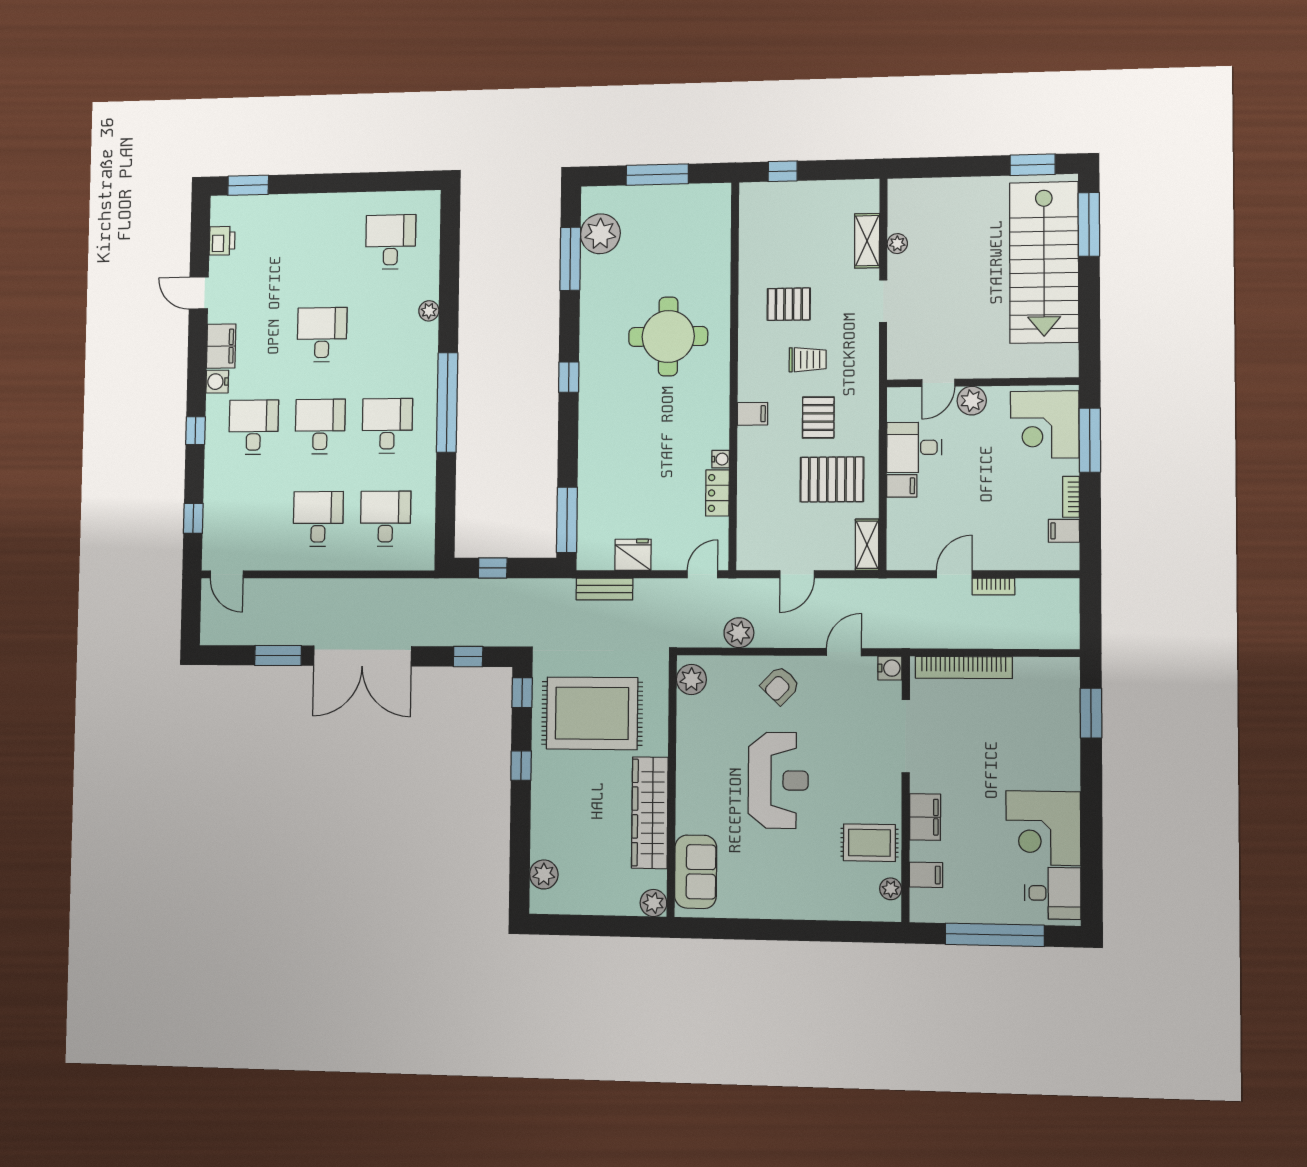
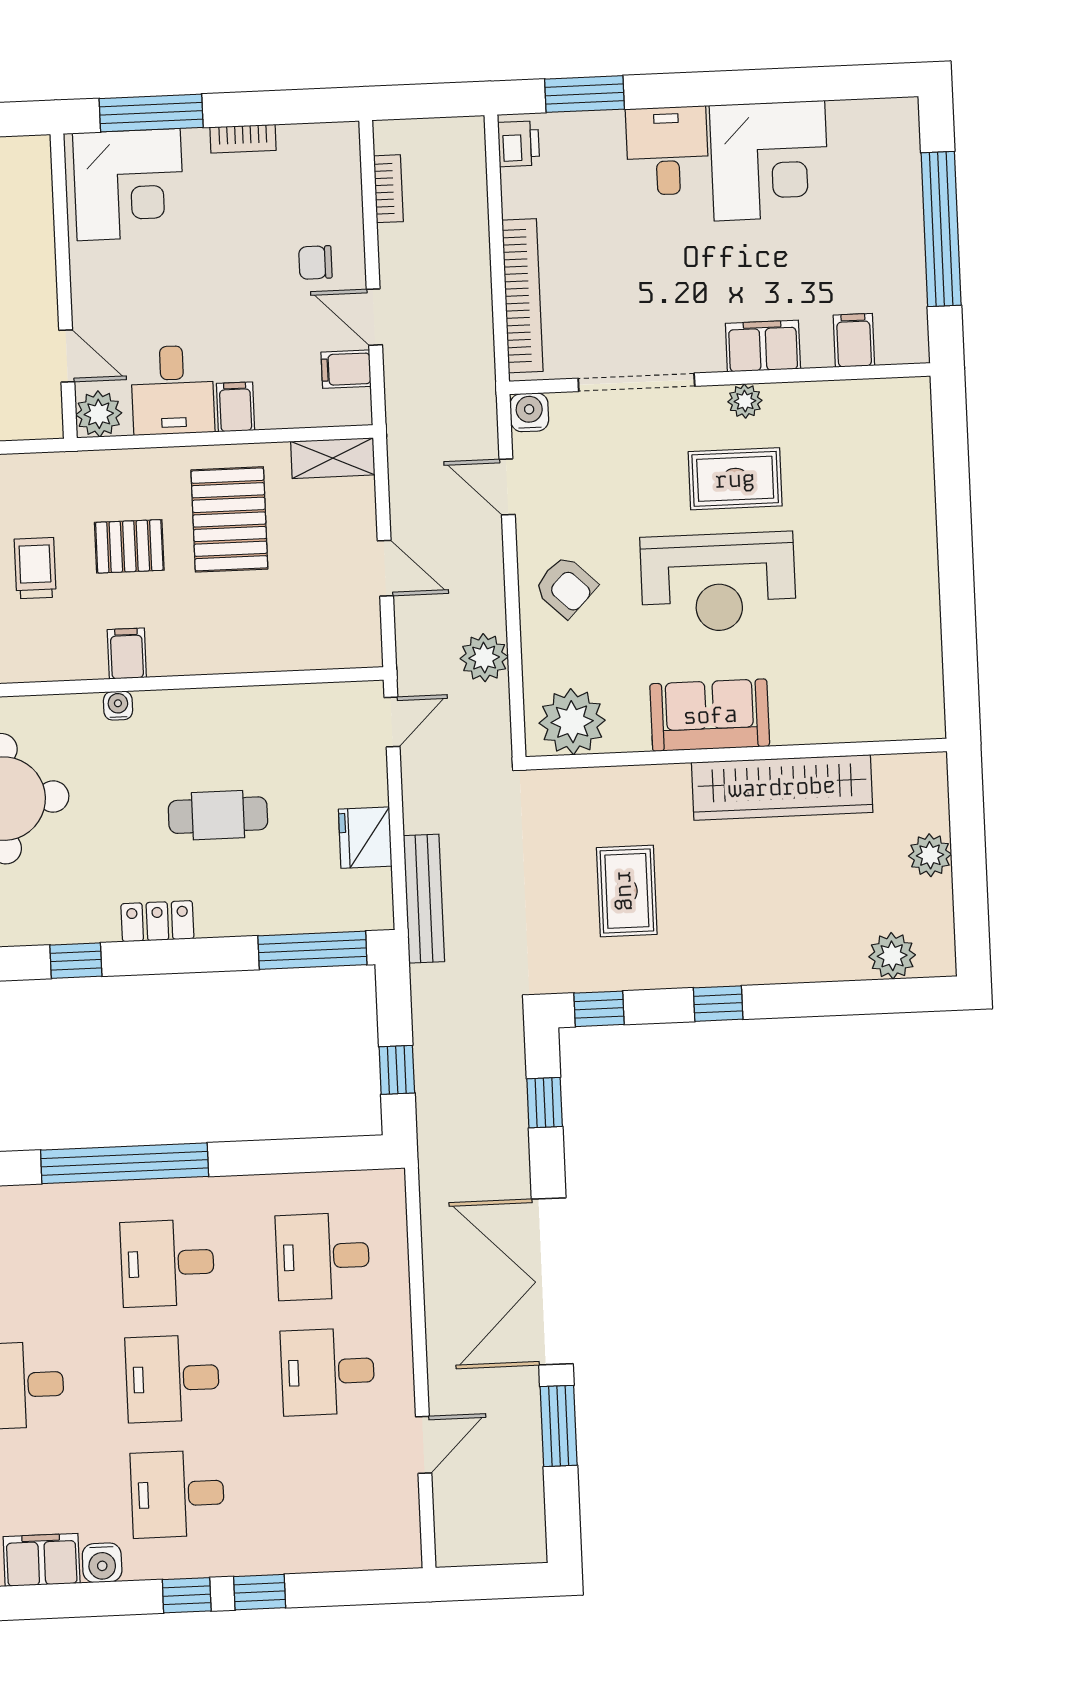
plant: (972, 401) -> (99, 414), moved
water cooler: (721, 459) -> (118, 706), moved
cafe table: (651, 466) -> (218, 815), added
locker: (717, 493) -> (157, 921), moved, turned 180
window: (193, 518) -> (260, 1592), moved
filing cabinet: (1064, 531) -> (346, 369), moved, turned 90
chair: (990, 539) -> (315, 262), added
door: (227, 574) -> (424, 1445), moved
door: (702, 574) -> (392, 722), swing flipped
bookcase: (993, 587) -> (388, 189), moved
bench: (604, 589) -> (424, 899), width x1.36
double door: (362, 656) -> (552, 1281), swing flipped
printer: (1061, 670) -> (519, 144), added
plant: (691, 679) -> (572, 722), width x1.36, depth x1.36
rug: (592, 713) -> (627, 891), width x0.54, depth x0.49
reception desk: (778, 780) -> (718, 582), turned 180
rug: (869, 843) -> (735, 479), moved, turned 90
sofa: (696, 872) -> (710, 715), moved
plant: (891, 889) -> (745, 401), moved
desk: (1053, 893) -> (667, 151), moved
plant: (653, 903) -> (930, 855), moved

